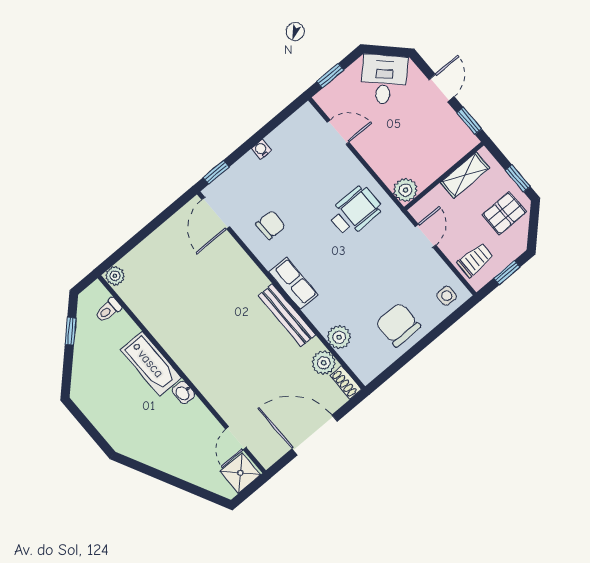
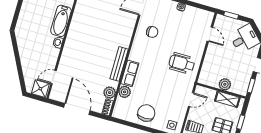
plant: (405, 190) -> (225, 84), moved
wheelchair: (355, 211) -> (182, 63), turned 180
row of seats: (293, 283) -> (130, 73), moved

